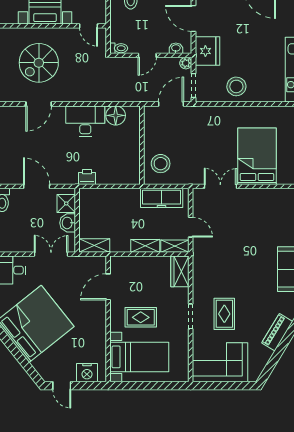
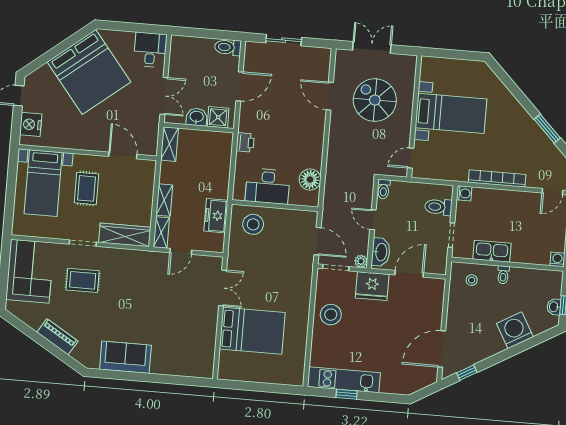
washbasin: (176, 48) -> (381, 252), width x1.91, depth x1.45
desk: (85, 121) -> (268, 186), moved, turned 90
freezer: (162, 198) -> (216, 216), width x0.71
wardrobe: (180, 271) -> (125, 235), width x1.50

